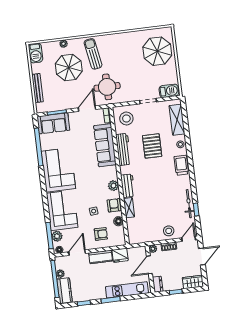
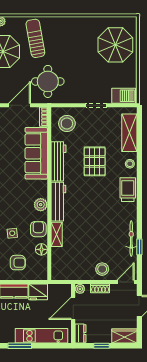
workbench: (128, 186) -> (58, 202), width x1.37

